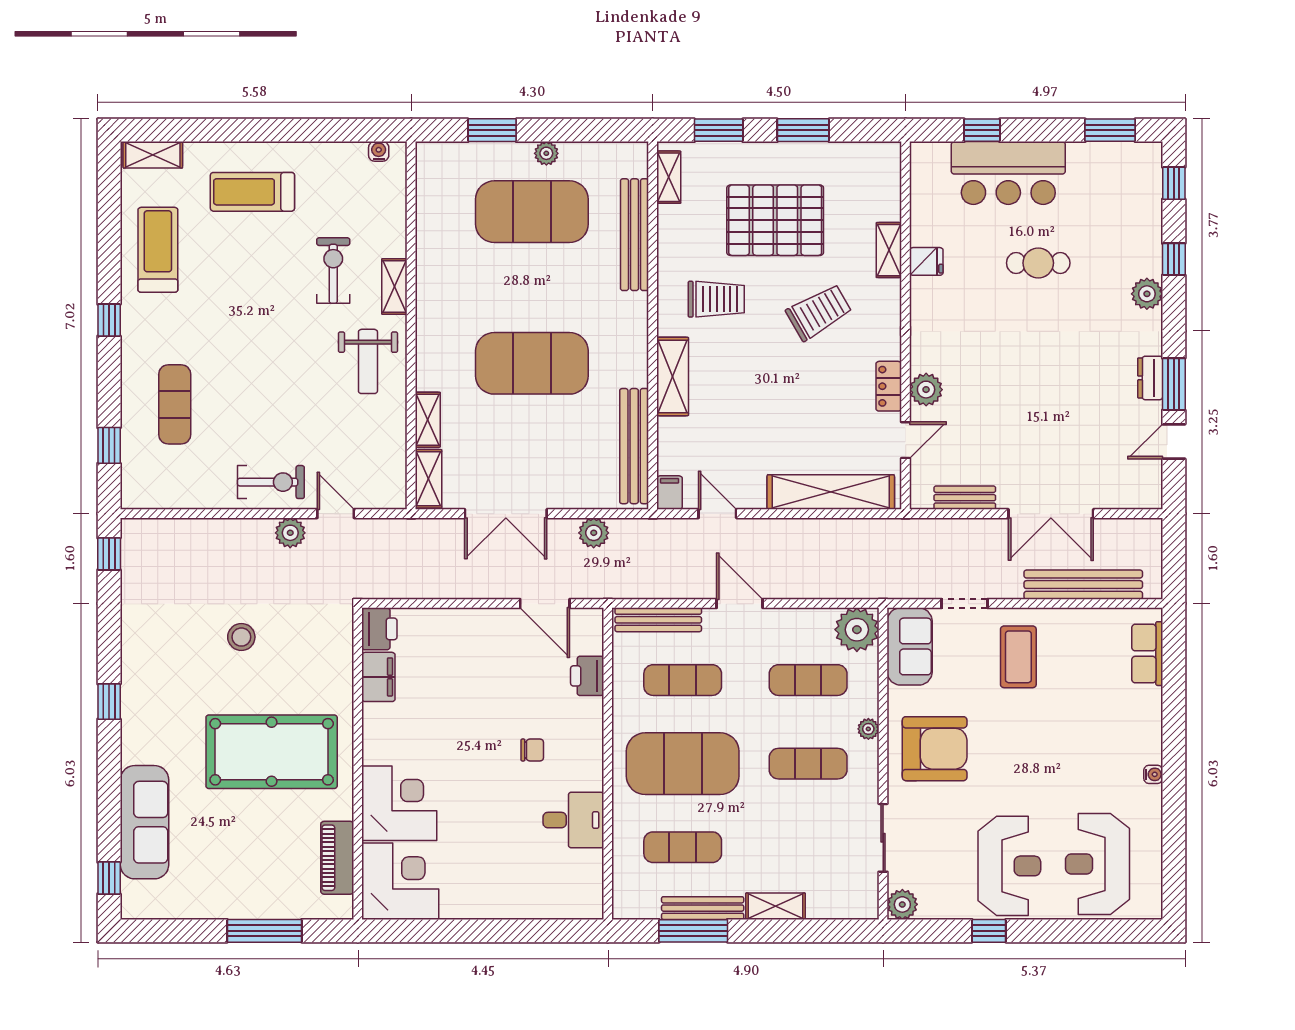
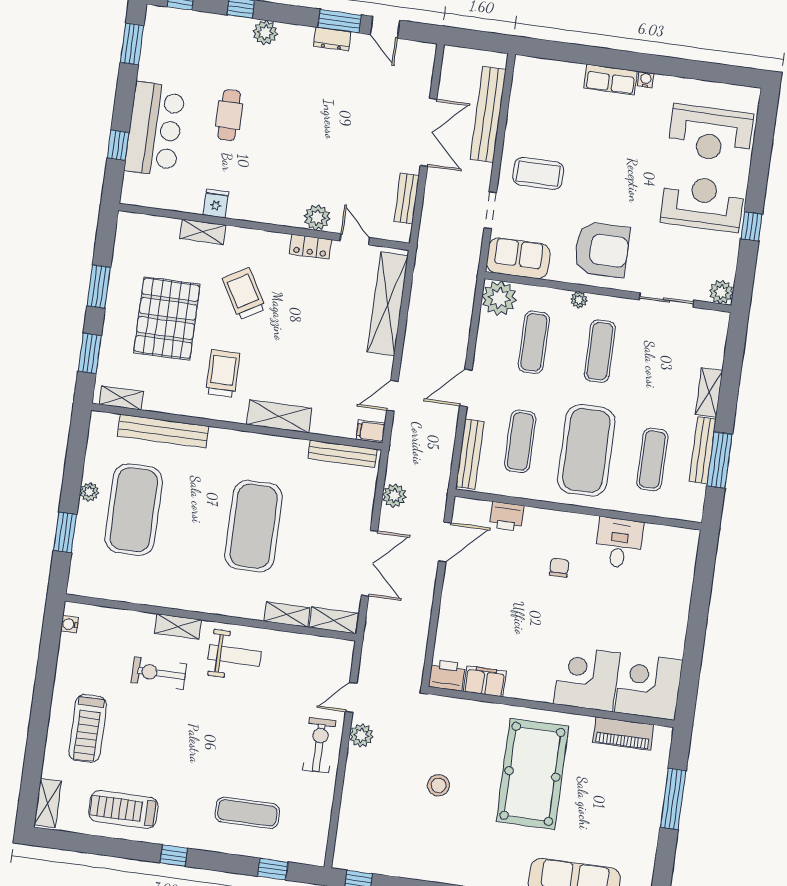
bench: (634, 446) -> (343, 454), width x0.73, depth x0.82
row of seats: (1147, 654) -> (611, 80), moved
armchair: (935, 749) -> (602, 250), turned 90

